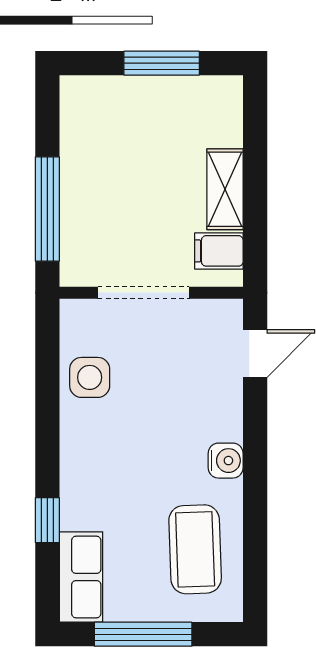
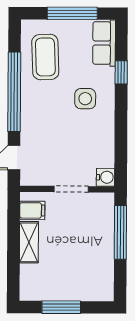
doorway: (144, 293) -> (71, 189), width x0.73
side table: (90, 377) -> (85, 99), moved
water cooler: (226, 461) -> (105, 177), moved, turned 180
window: (255, 481) -> (14, 92), added

